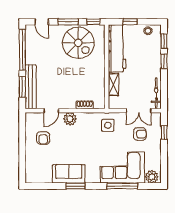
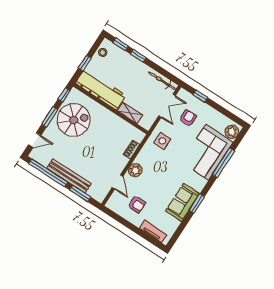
bench: (31, 87) -> (69, 176), moved
tv unit: (30, 165) -> (153, 231), added

